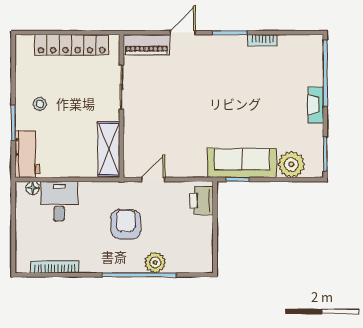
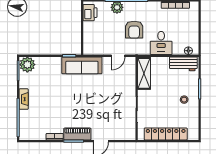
piano: (146, 45) -> (77, 134), moved
workbench: (27, 154) -> (183, 64), moved, turned -90
sofa: (242, 163) -> (82, 65), moved
plant: (291, 164) -> (27, 65), moved
desk: (59, 201) -> (161, 43), moved
printer: (202, 201) -> (90, 13), moved

